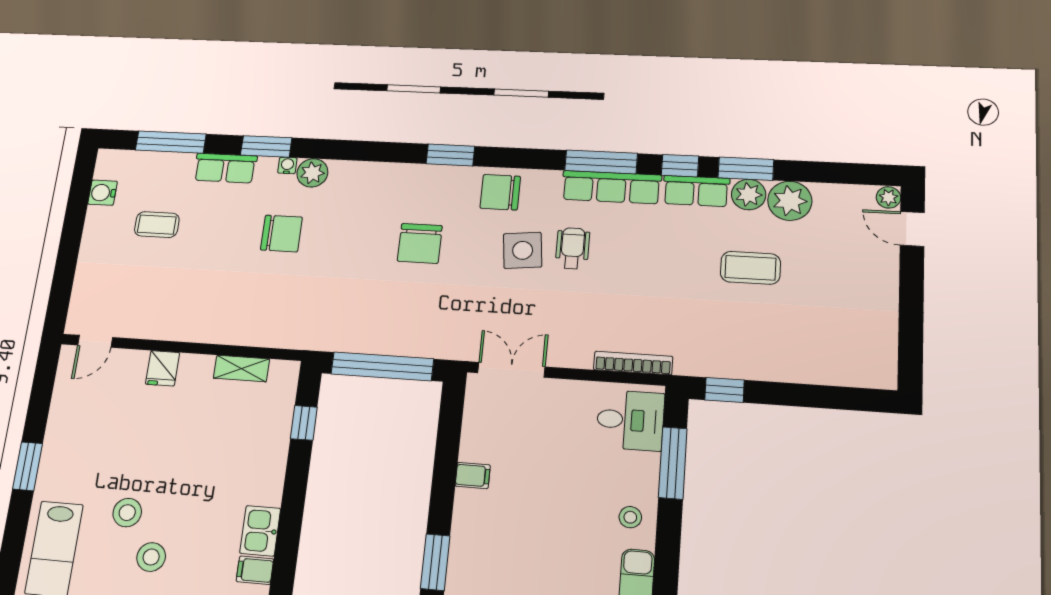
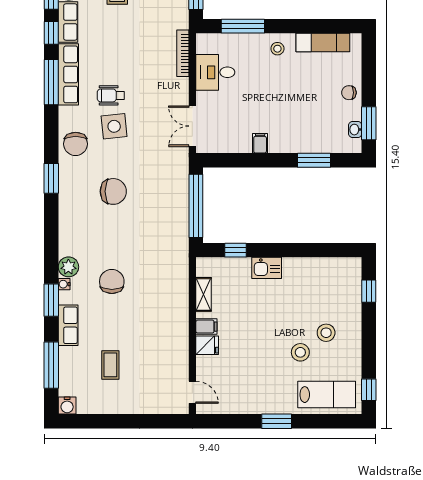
water cooler: (103, 193) -> (67, 406), moved
desk: (630, 420) -> (215, 72), moved, turned -90
kitchen sink: (260, 531) -> (267, 268), moved
filing cabinet: (255, 570) -> (206, 327), moved, turned -90

